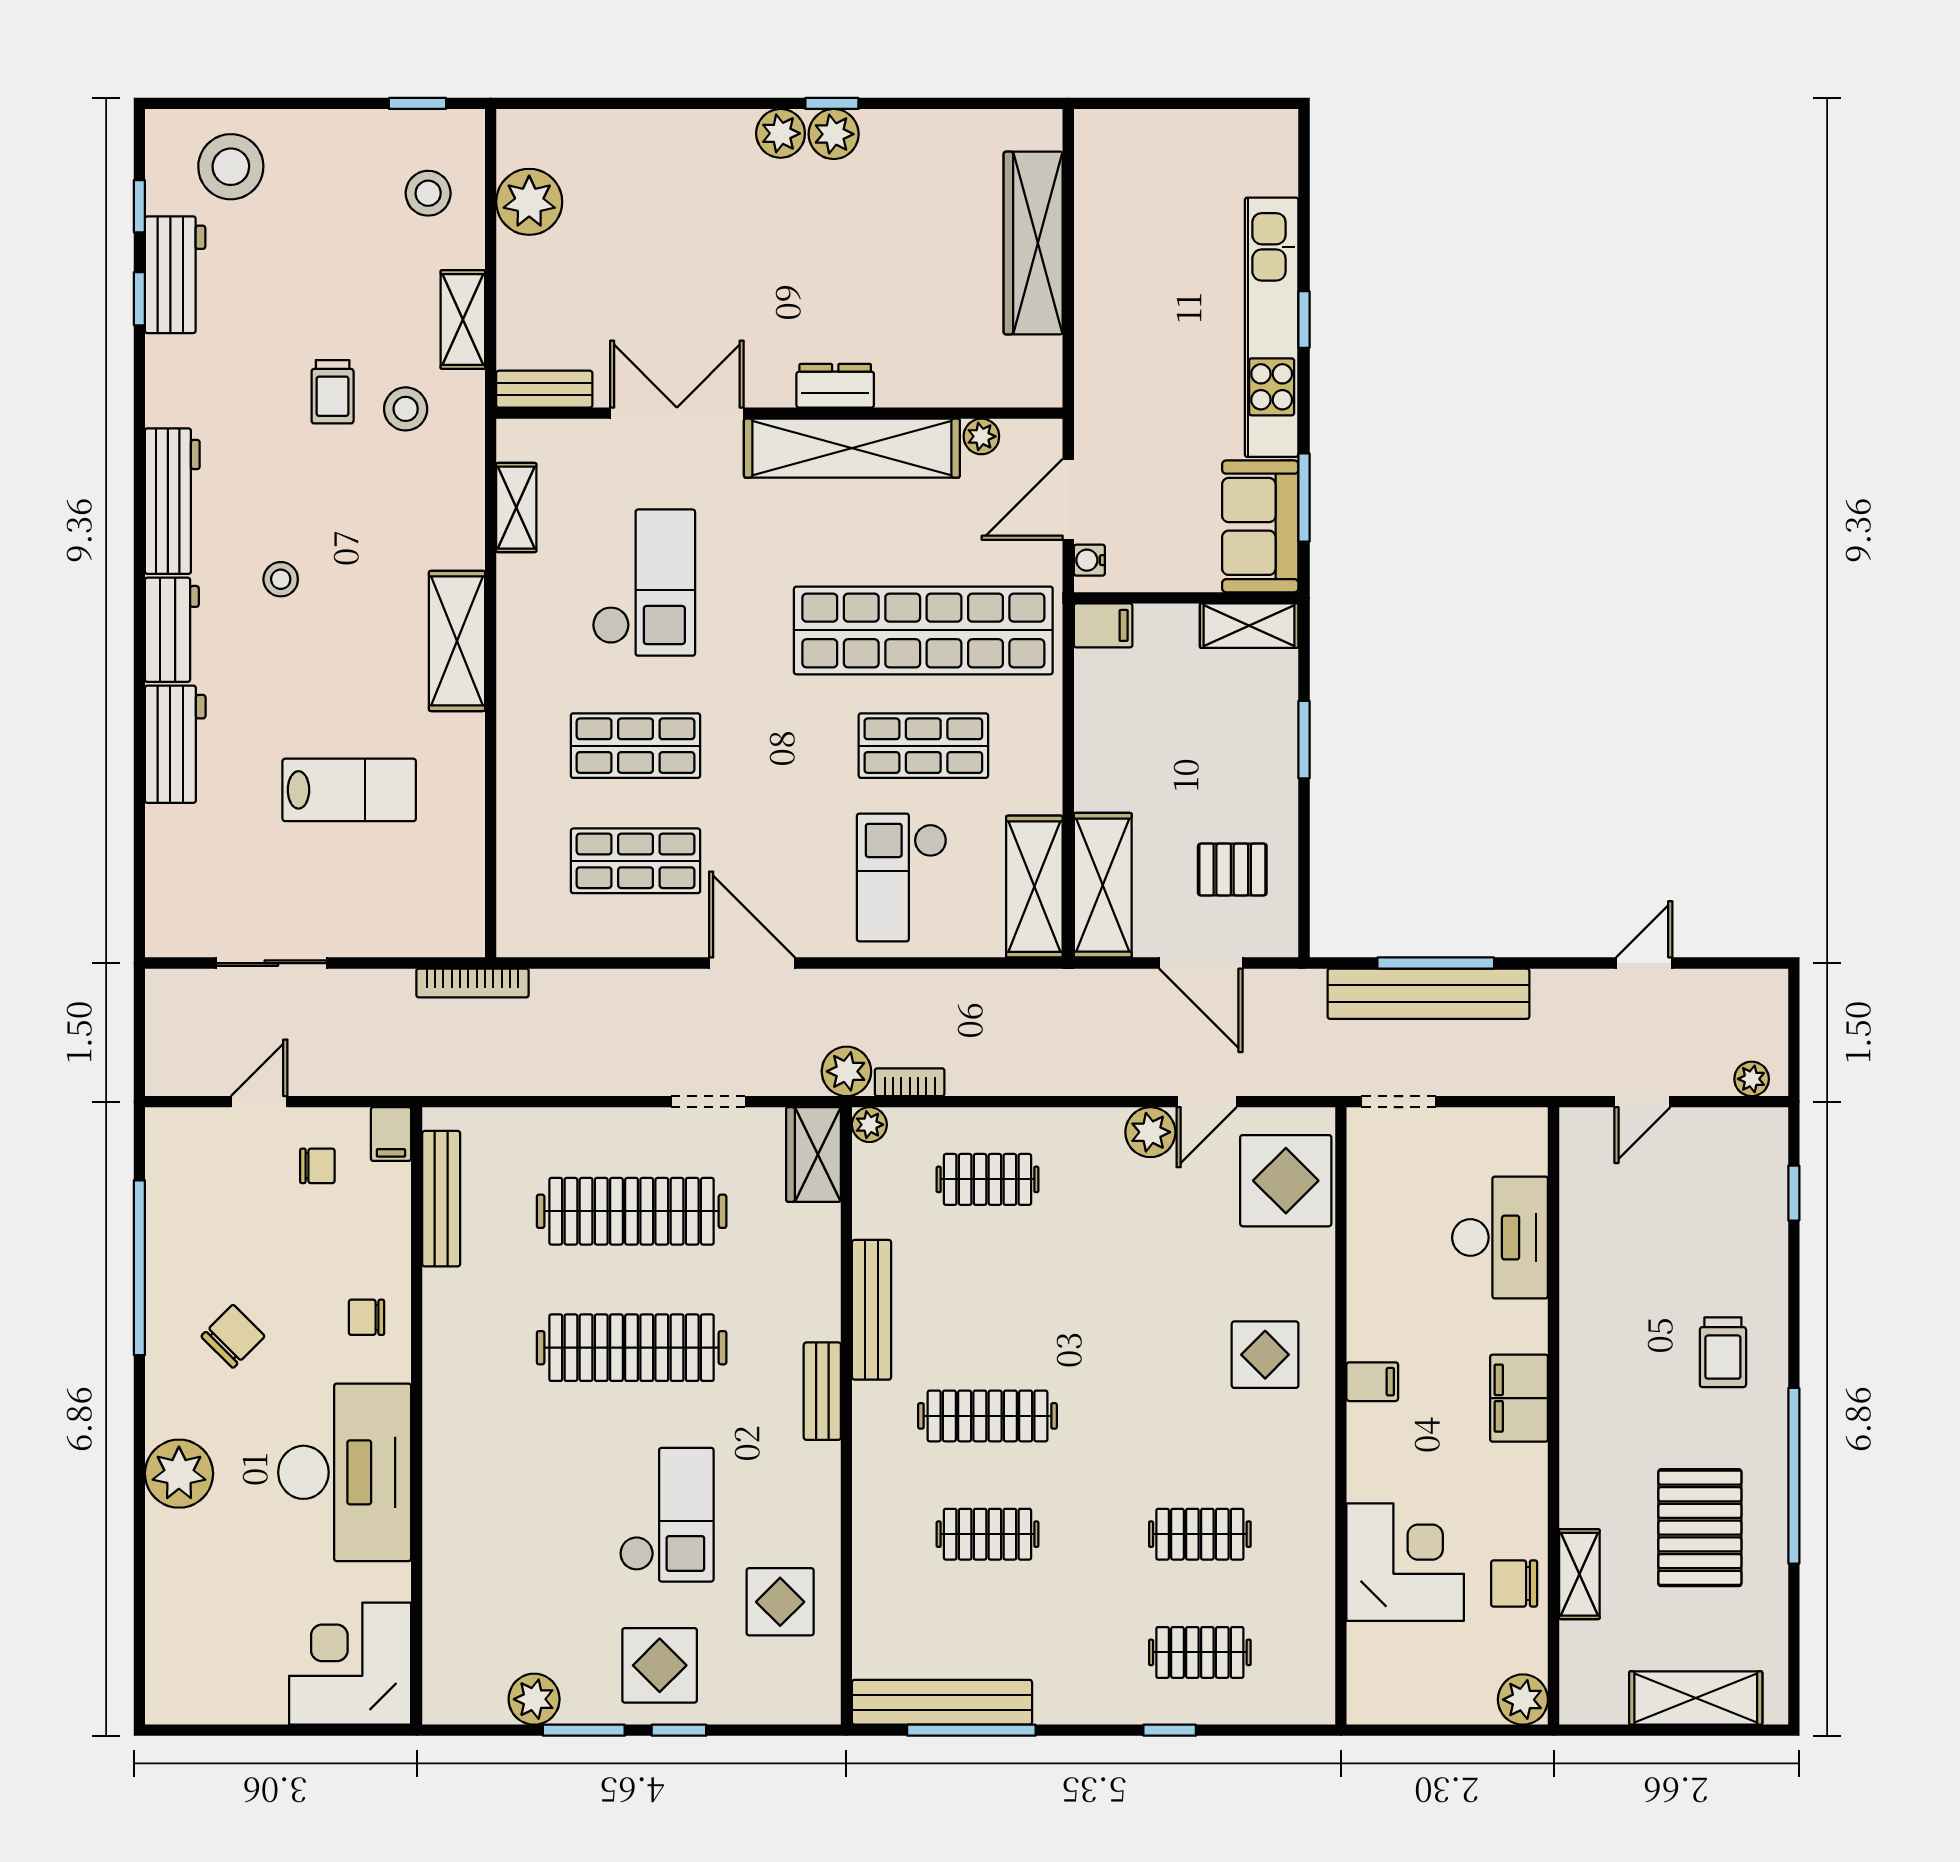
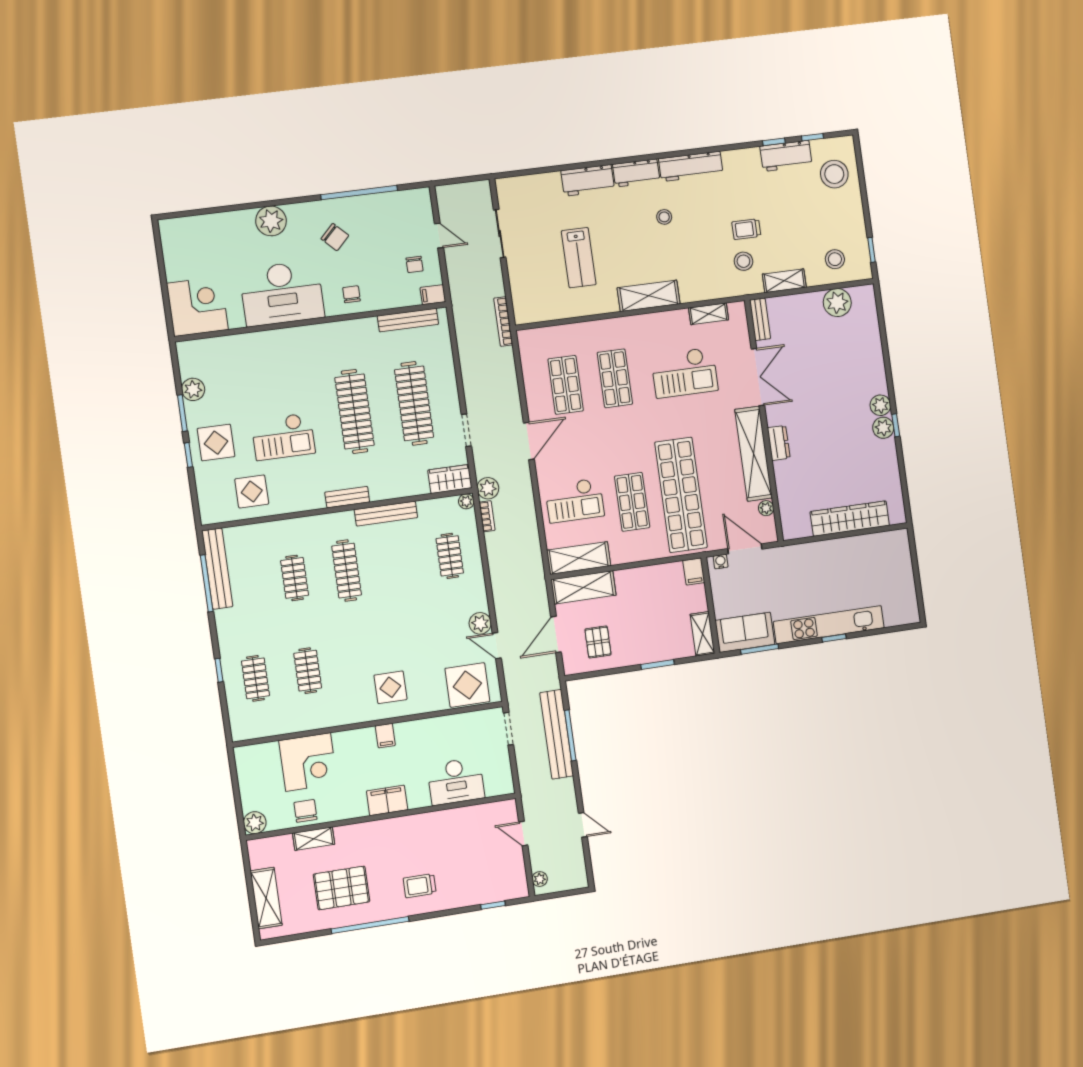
checkout: (902, 877) -> (575, 500), turned 180

